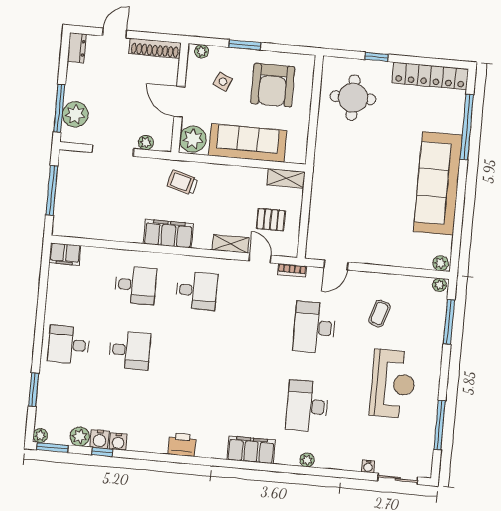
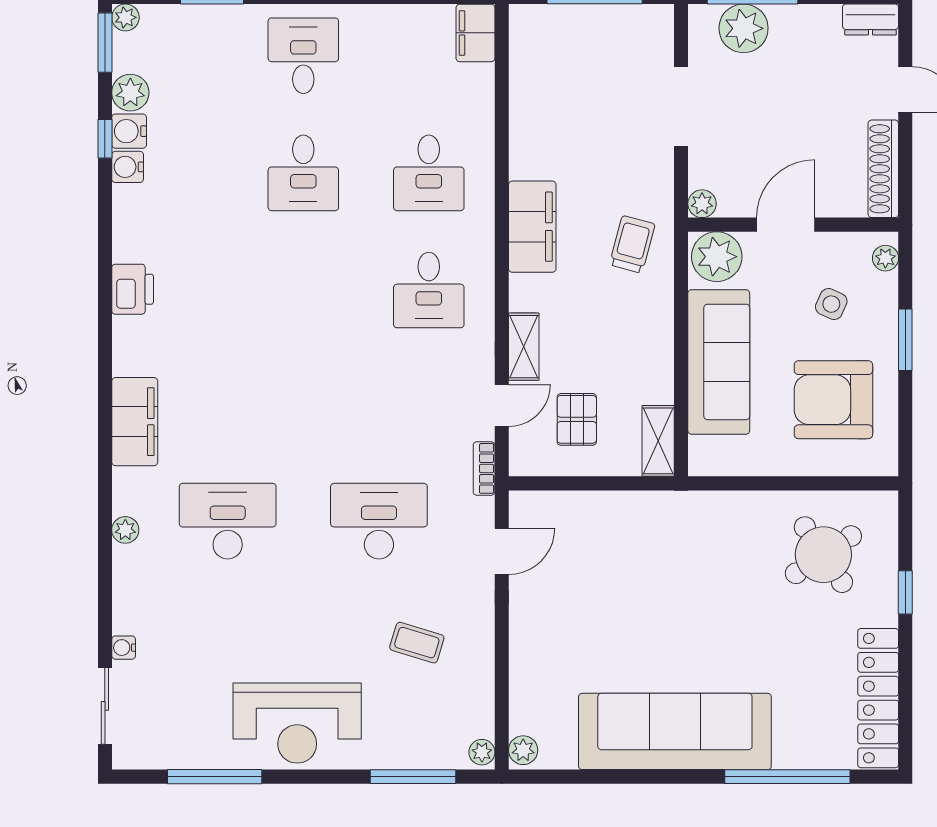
round table: (353, 98) -> (823, 555), turned -34
plant: (146, 143) -> (702, 204), moved
door: (336, 265) -> (502, 551), swing flipped
reception desk: (393, 384) -> (297, 723), moved

